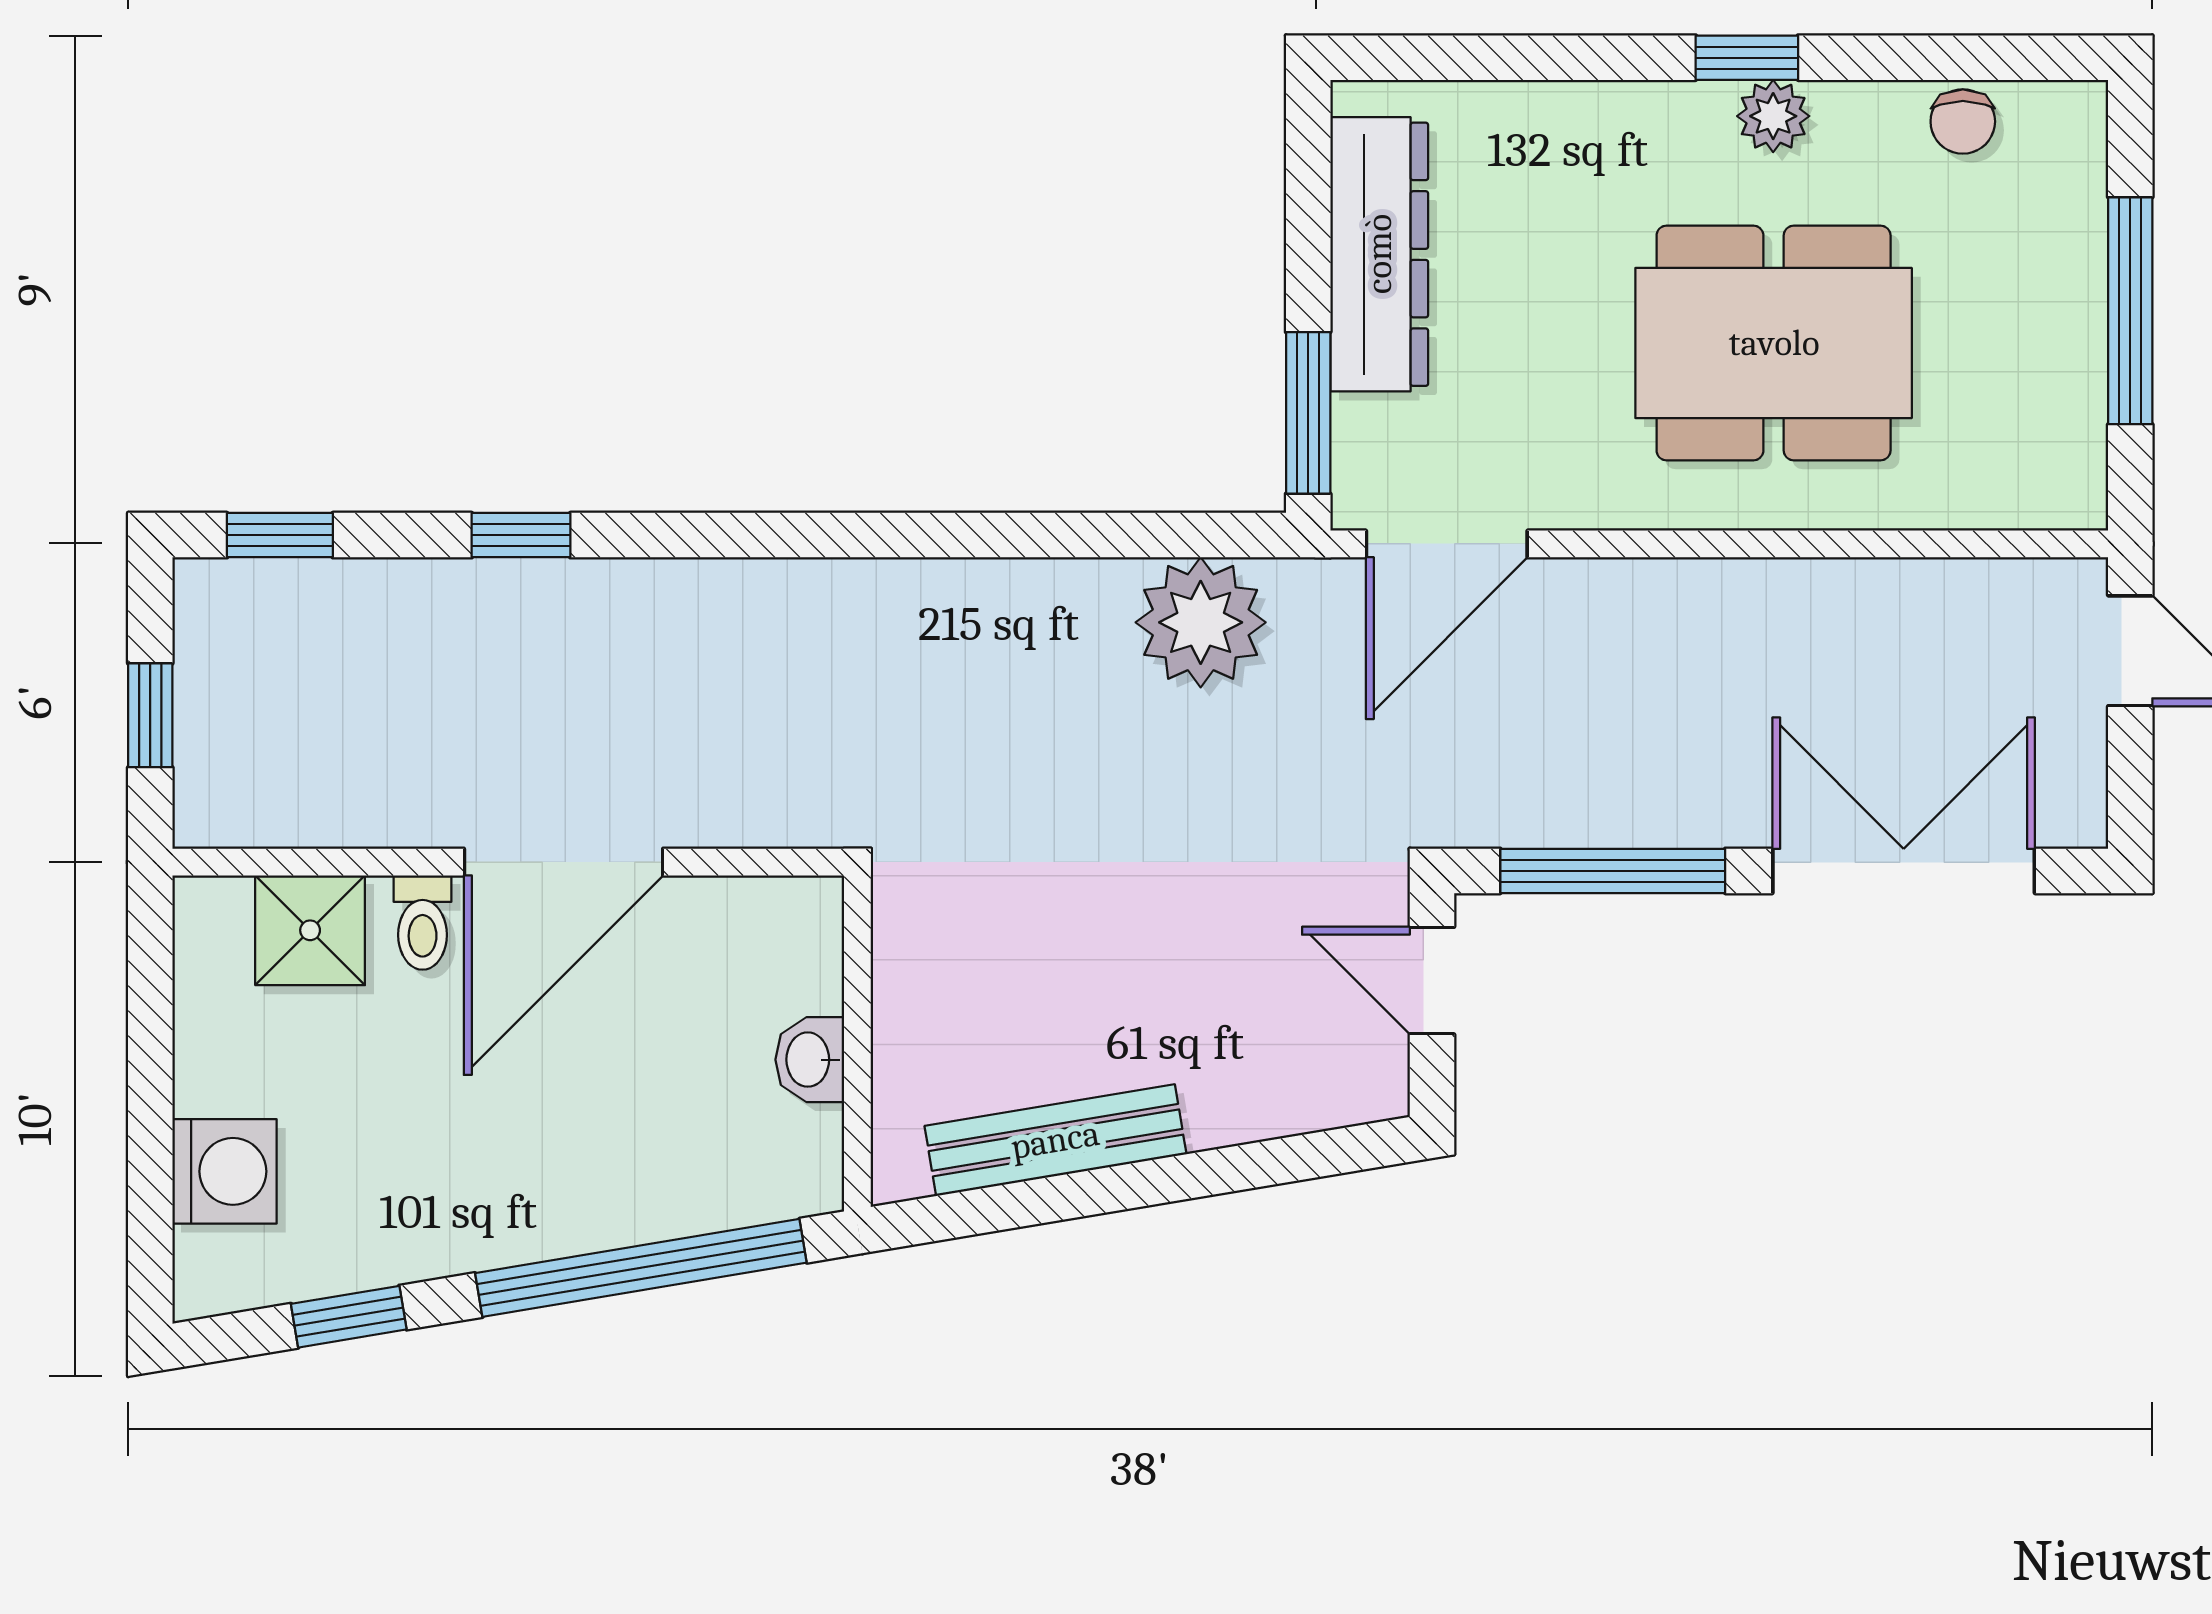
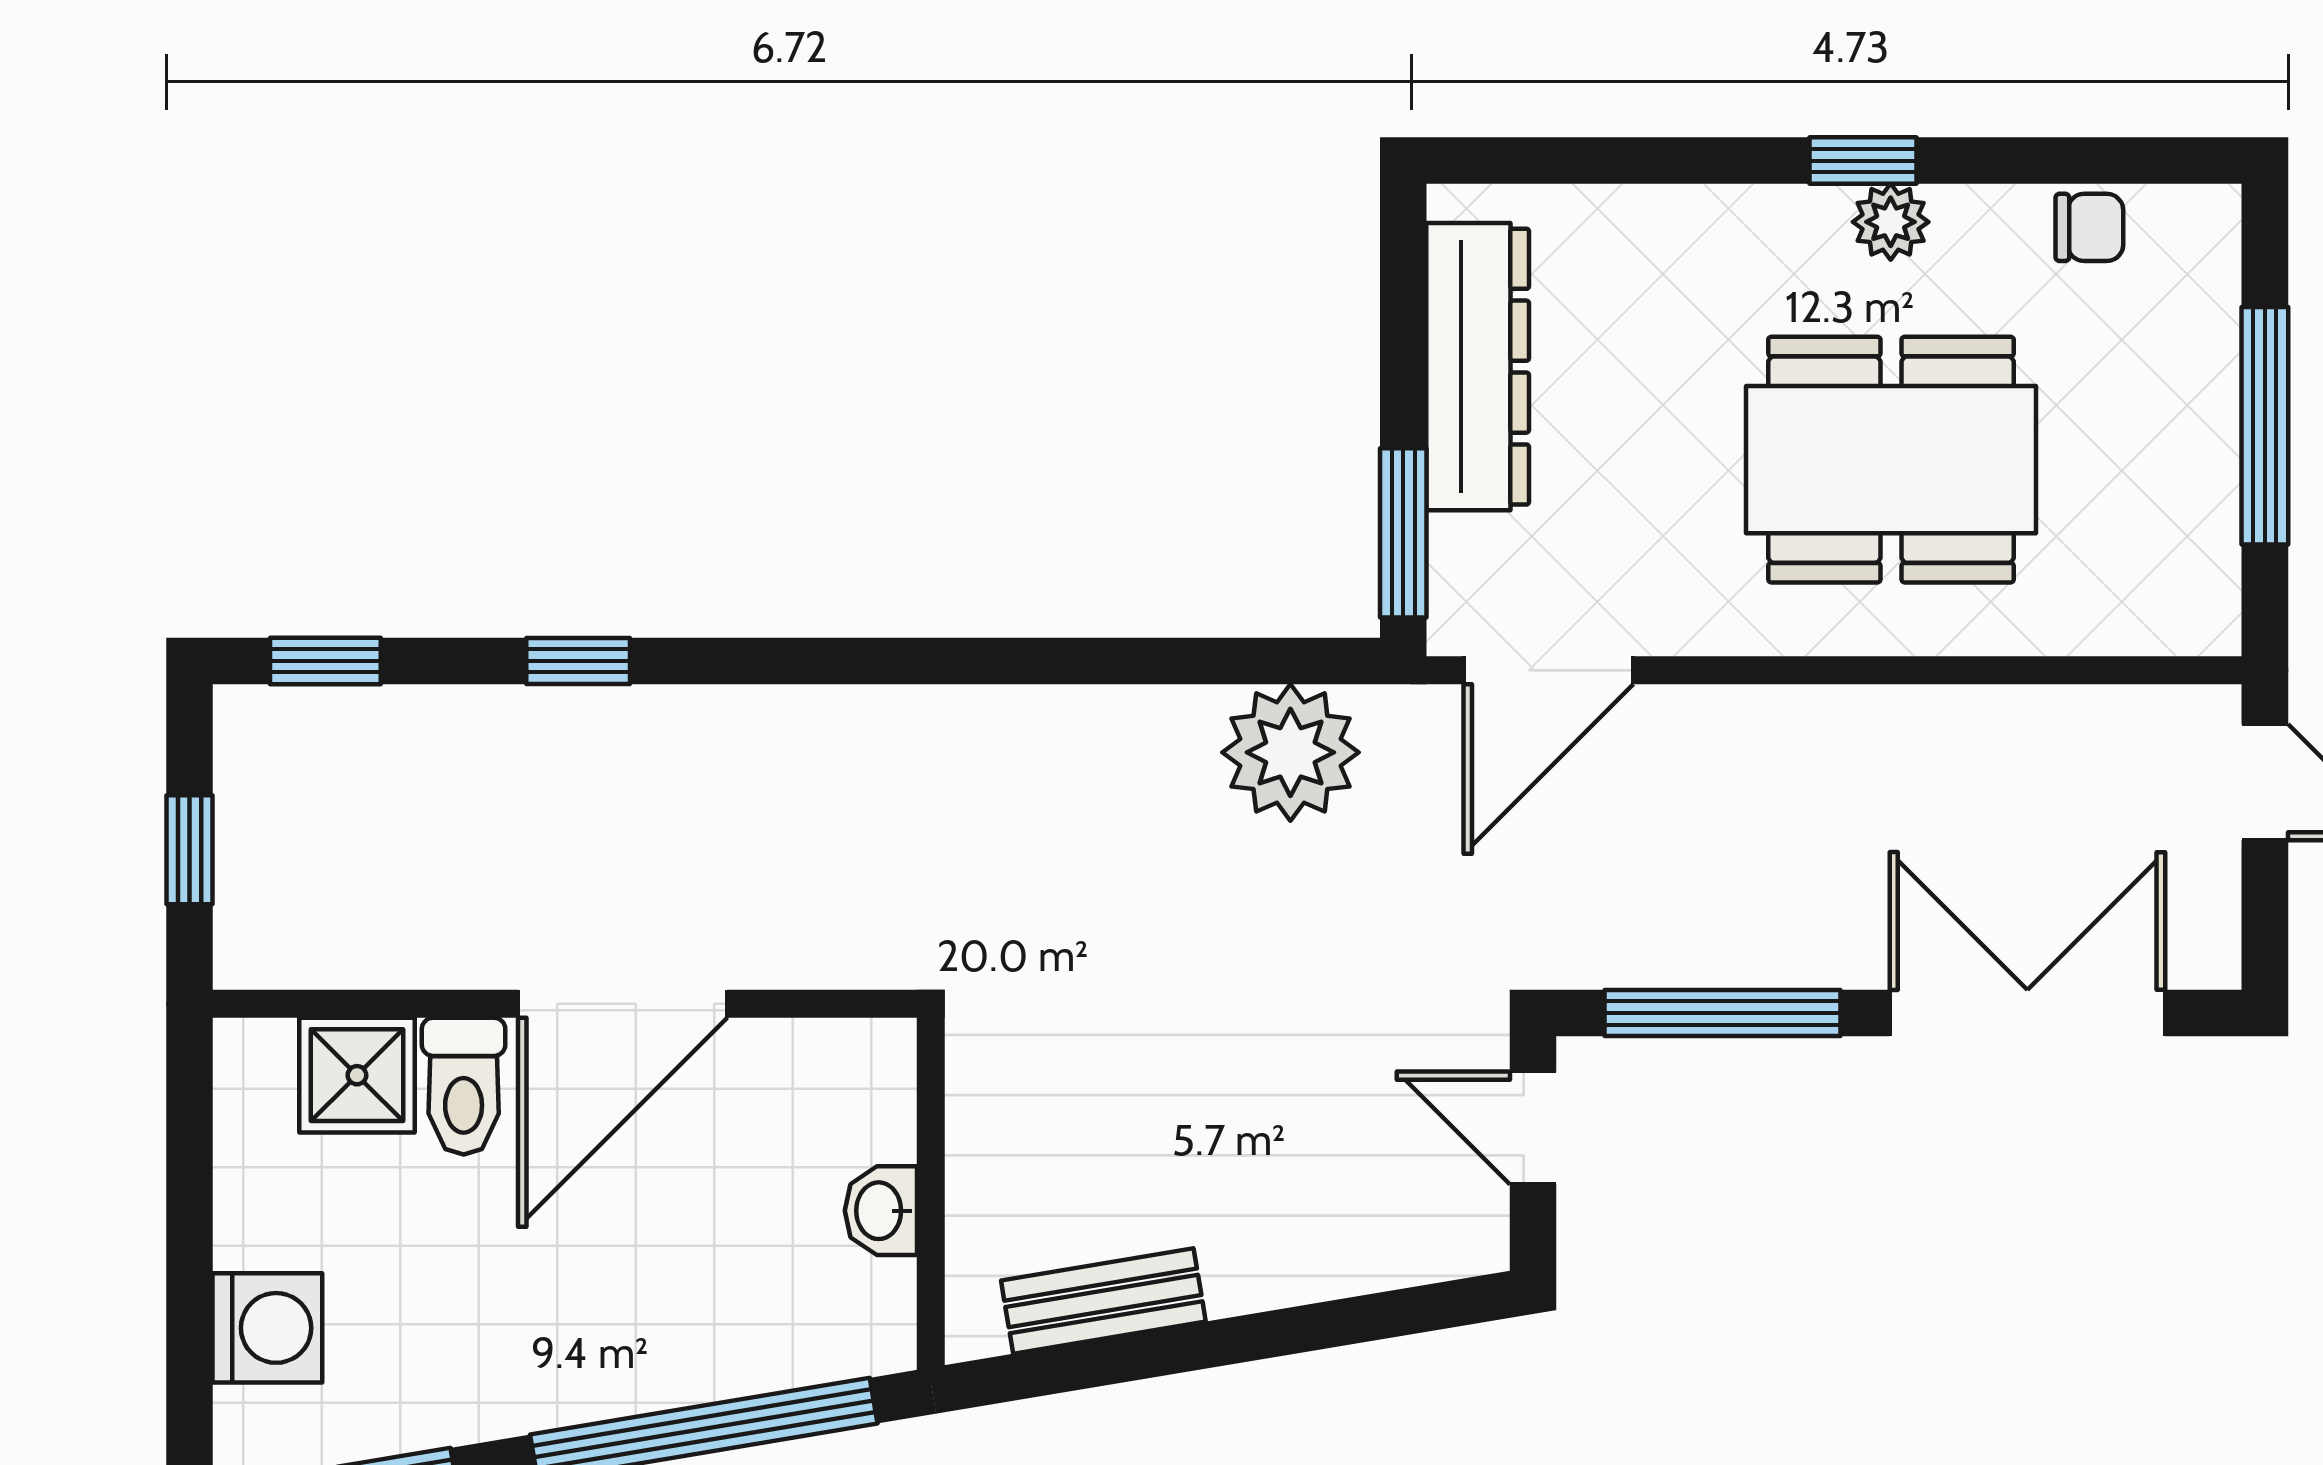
chair: (1963, 121) -> (2089, 227), turned -90
toilet: (423, 923) -> (464, 1086), width x1.37, depth x1.39
bench: (1055, 1140) -> (1103, 1301), width x0.73

